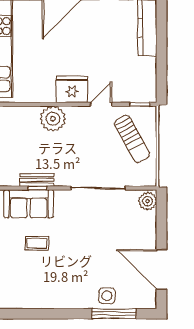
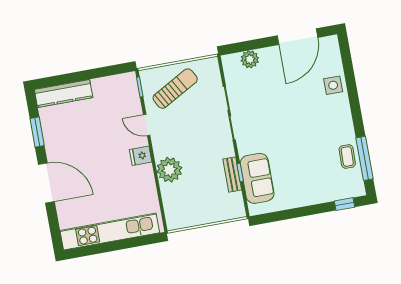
fridge: (72, 89) -> (141, 156), width x0.53, depth x0.75
plant: (148, 201) -> (250, 59), moved
coffee table: (37, 243) -> (347, 157), moved
window: (114, 314) -> (365, 158), moved

